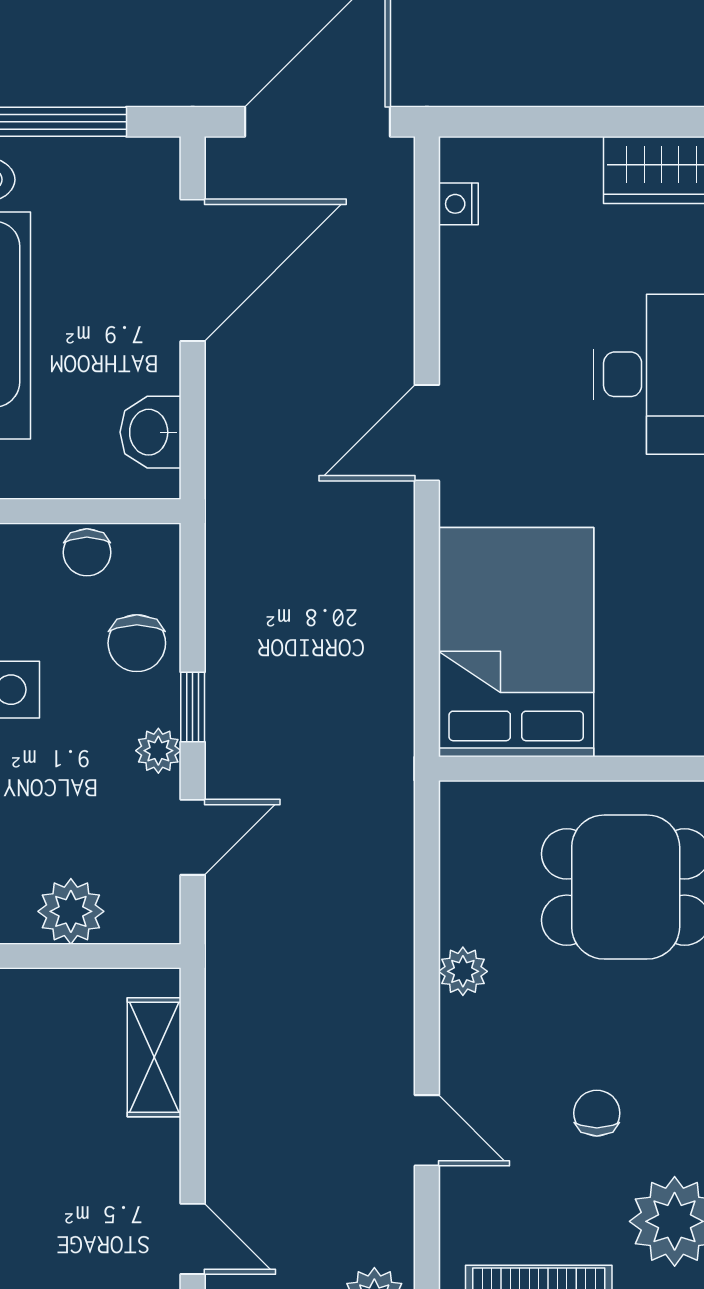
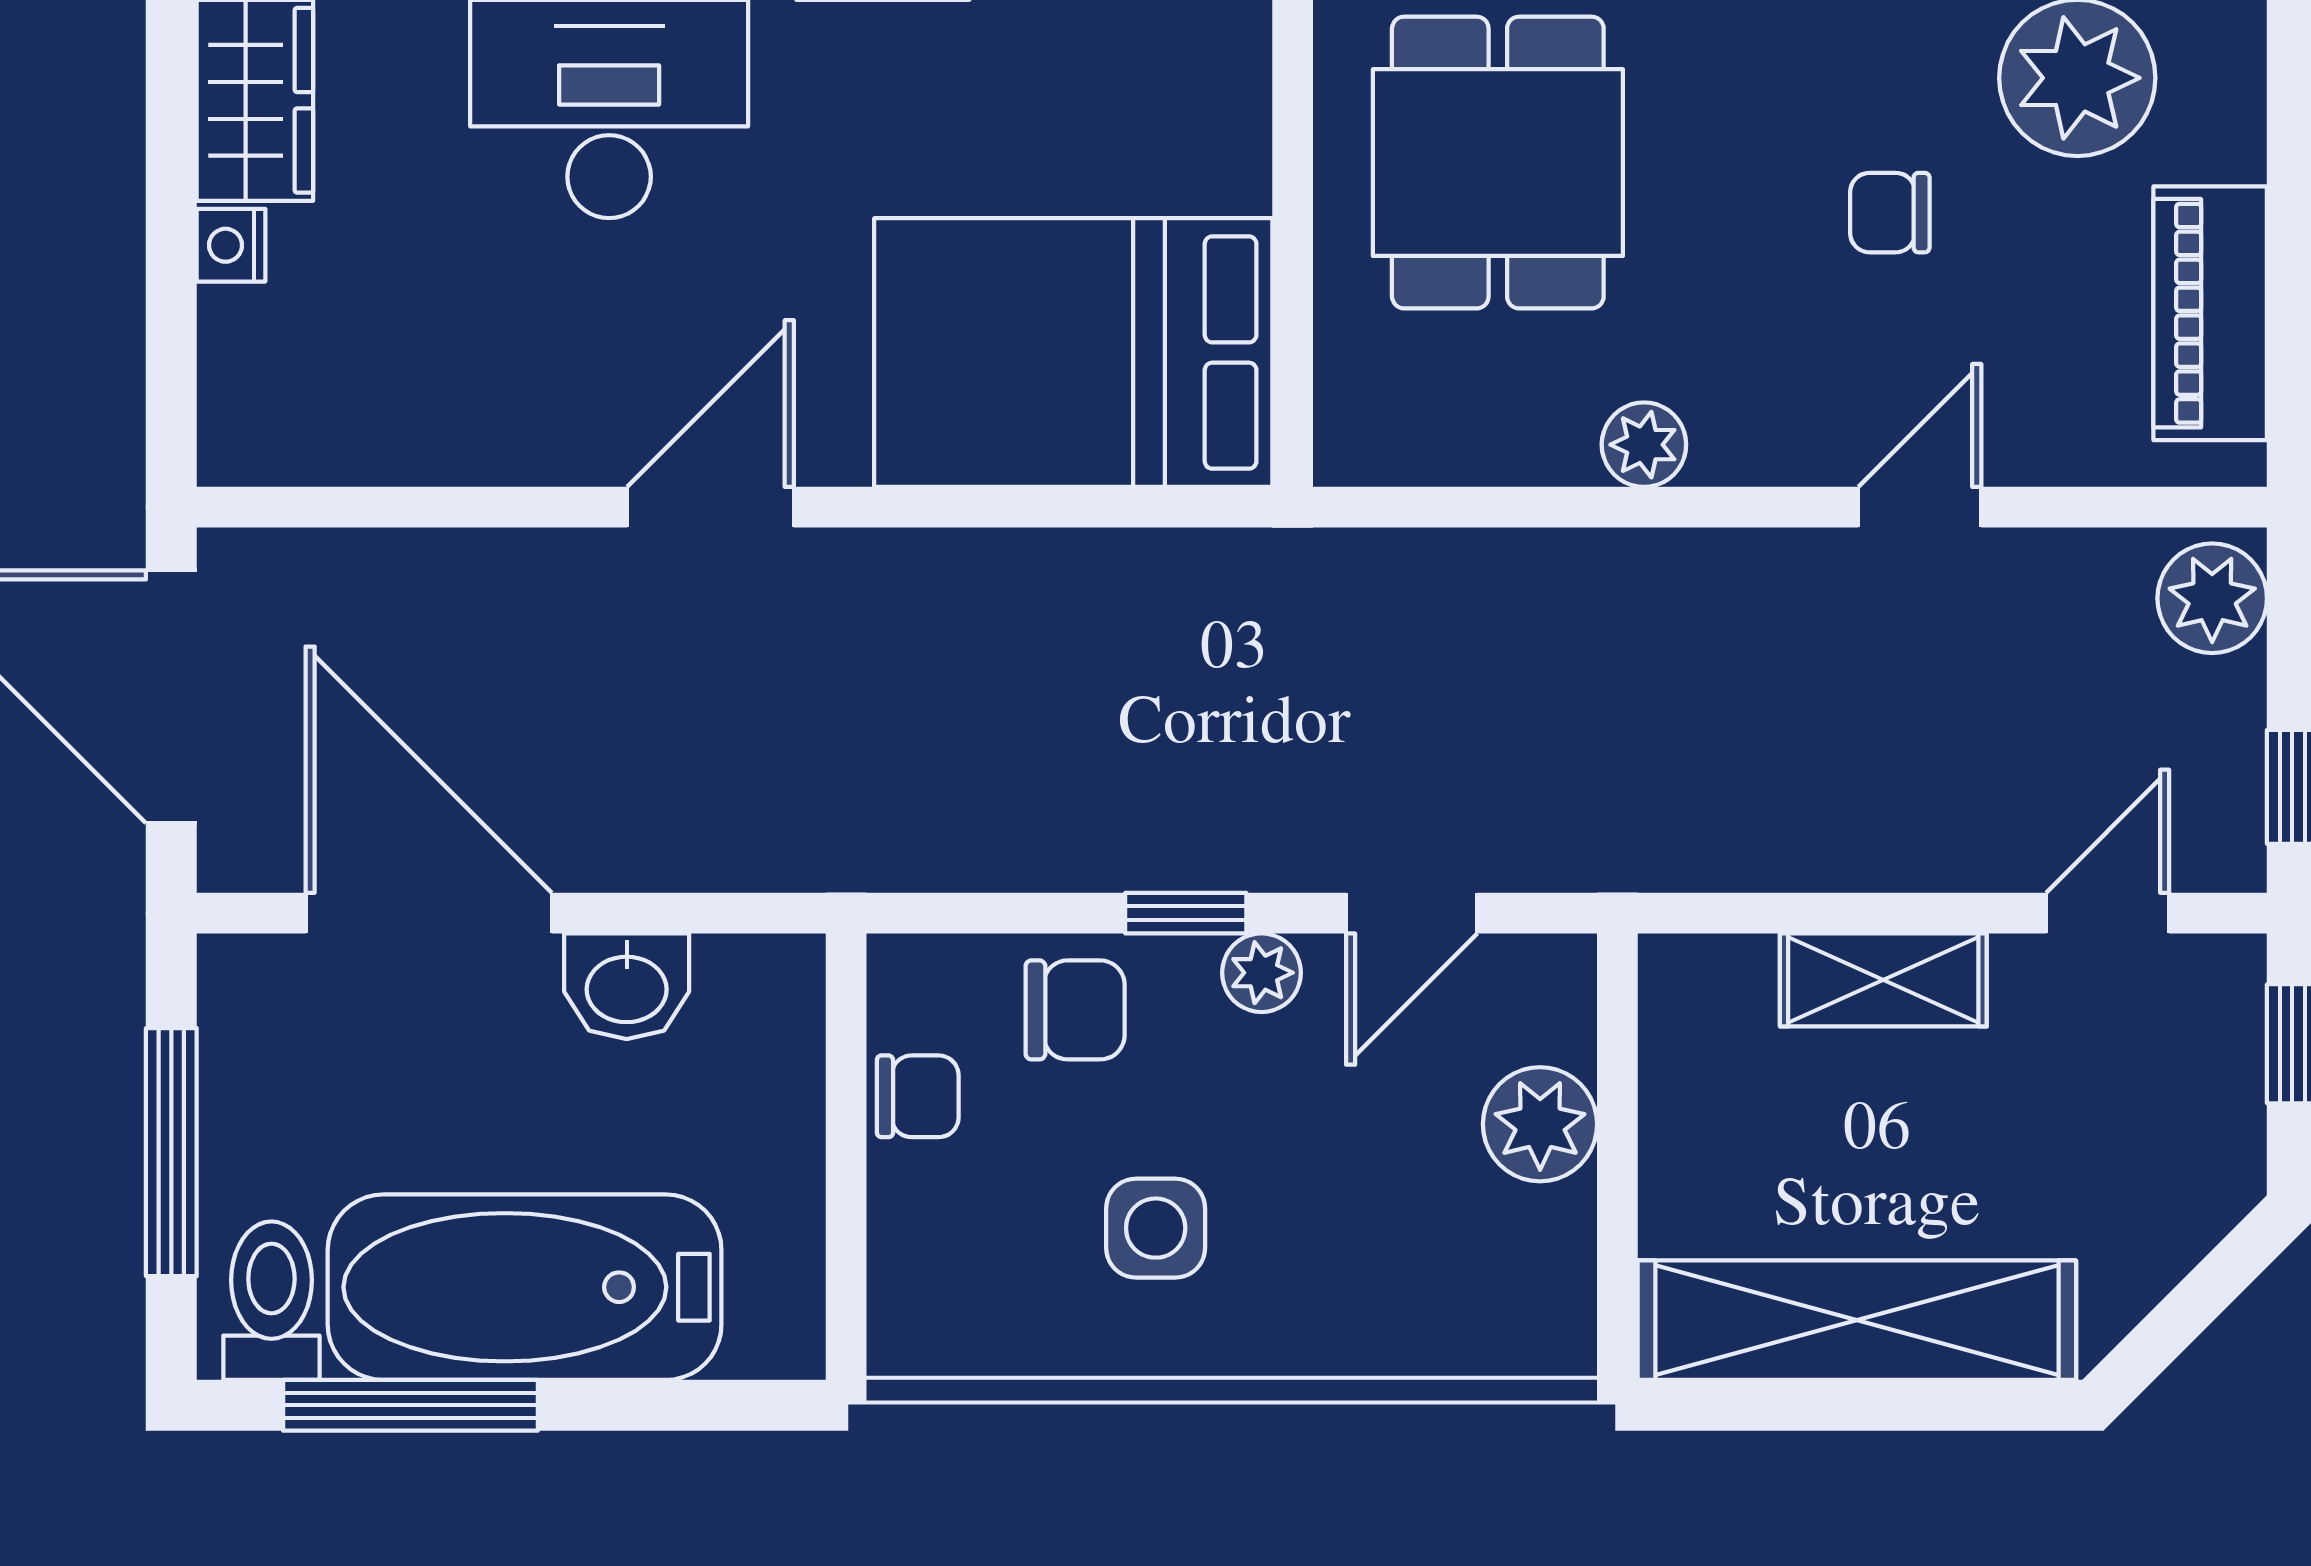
nightstand: (458, 204) -> (231, 245), moved, turned 90
washbasin: (150, 432) -> (627, 986), moved
door: (427, 433) -> (710, 507), swing flipped
door: (193, 837) -> (1412, 913), swing flipped
shelving: (154, 1057) -> (1883, 980), moved

